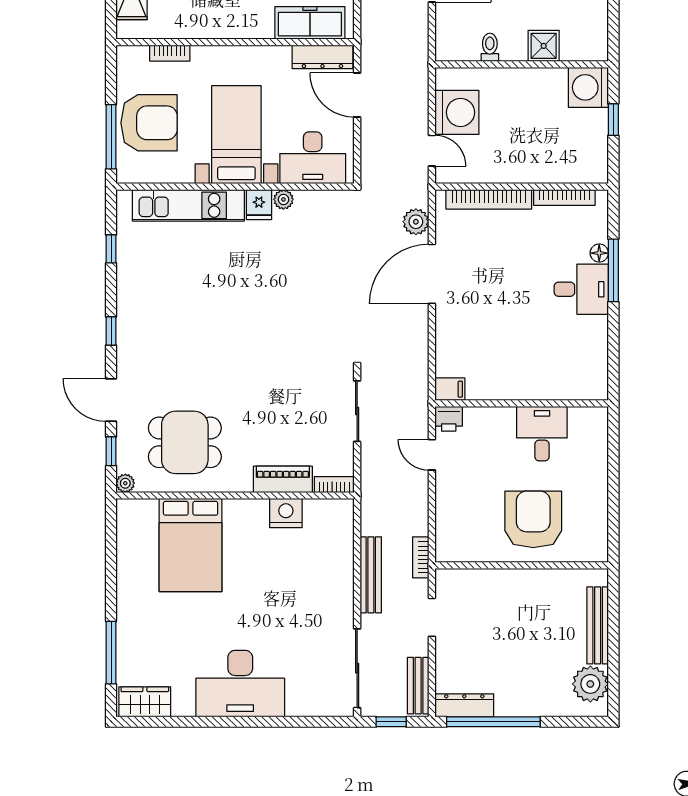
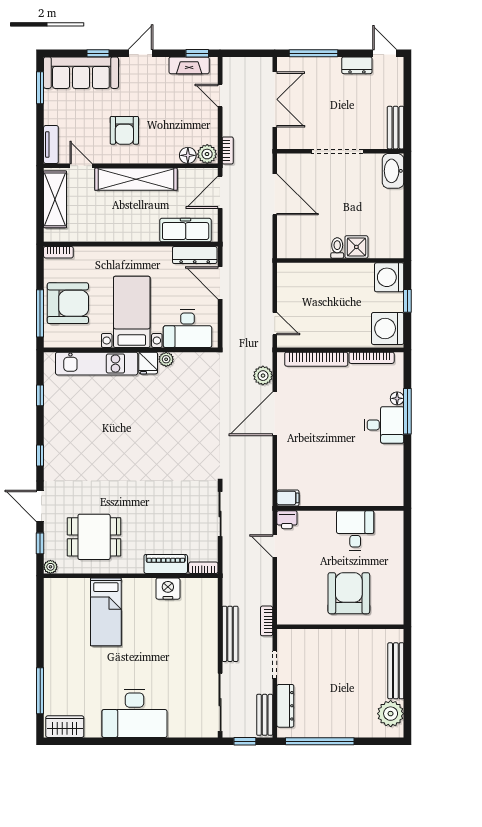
toilet: (490, 47) -> (337, 248), moved
bookcase: (170, 53) -> (58, 252), moved
washing machine: (457, 112) -> (388, 328), moved, turned 180
bed: (191, 545) -> (106, 612), width x0.67
dresser: (464, 705) -> (285, 706), moved, turned 90

